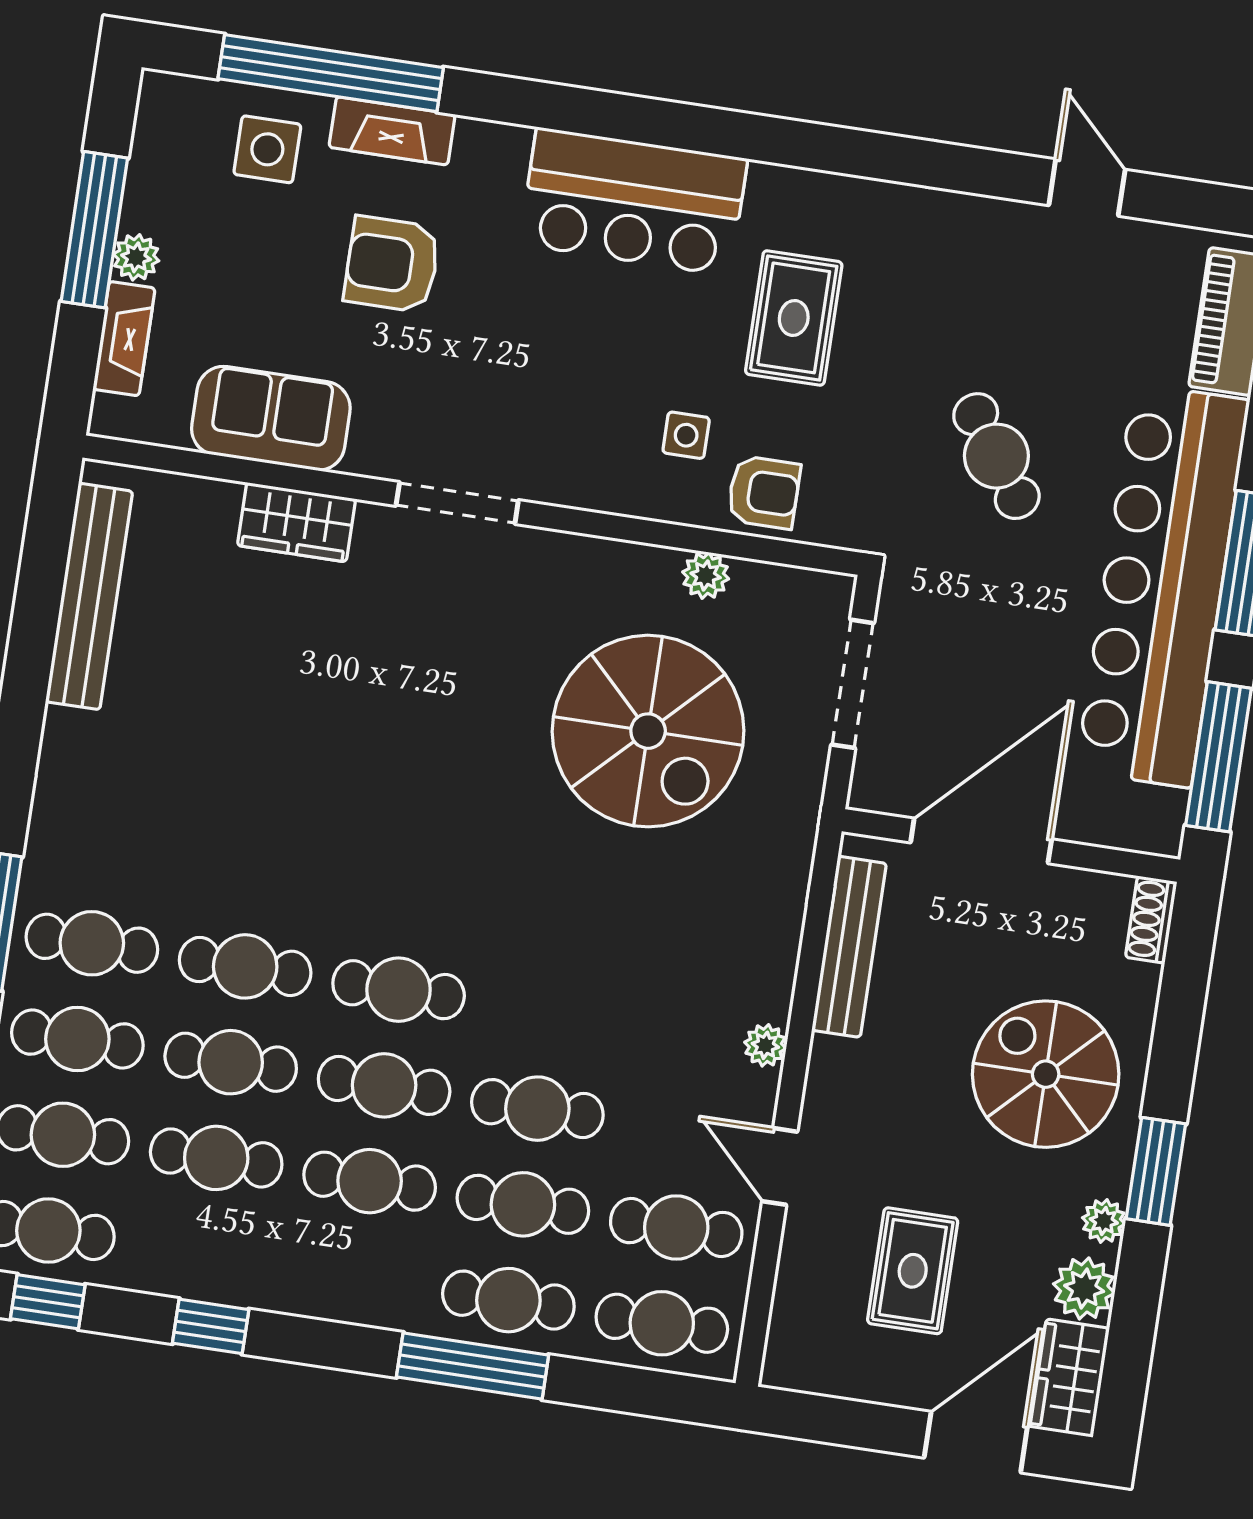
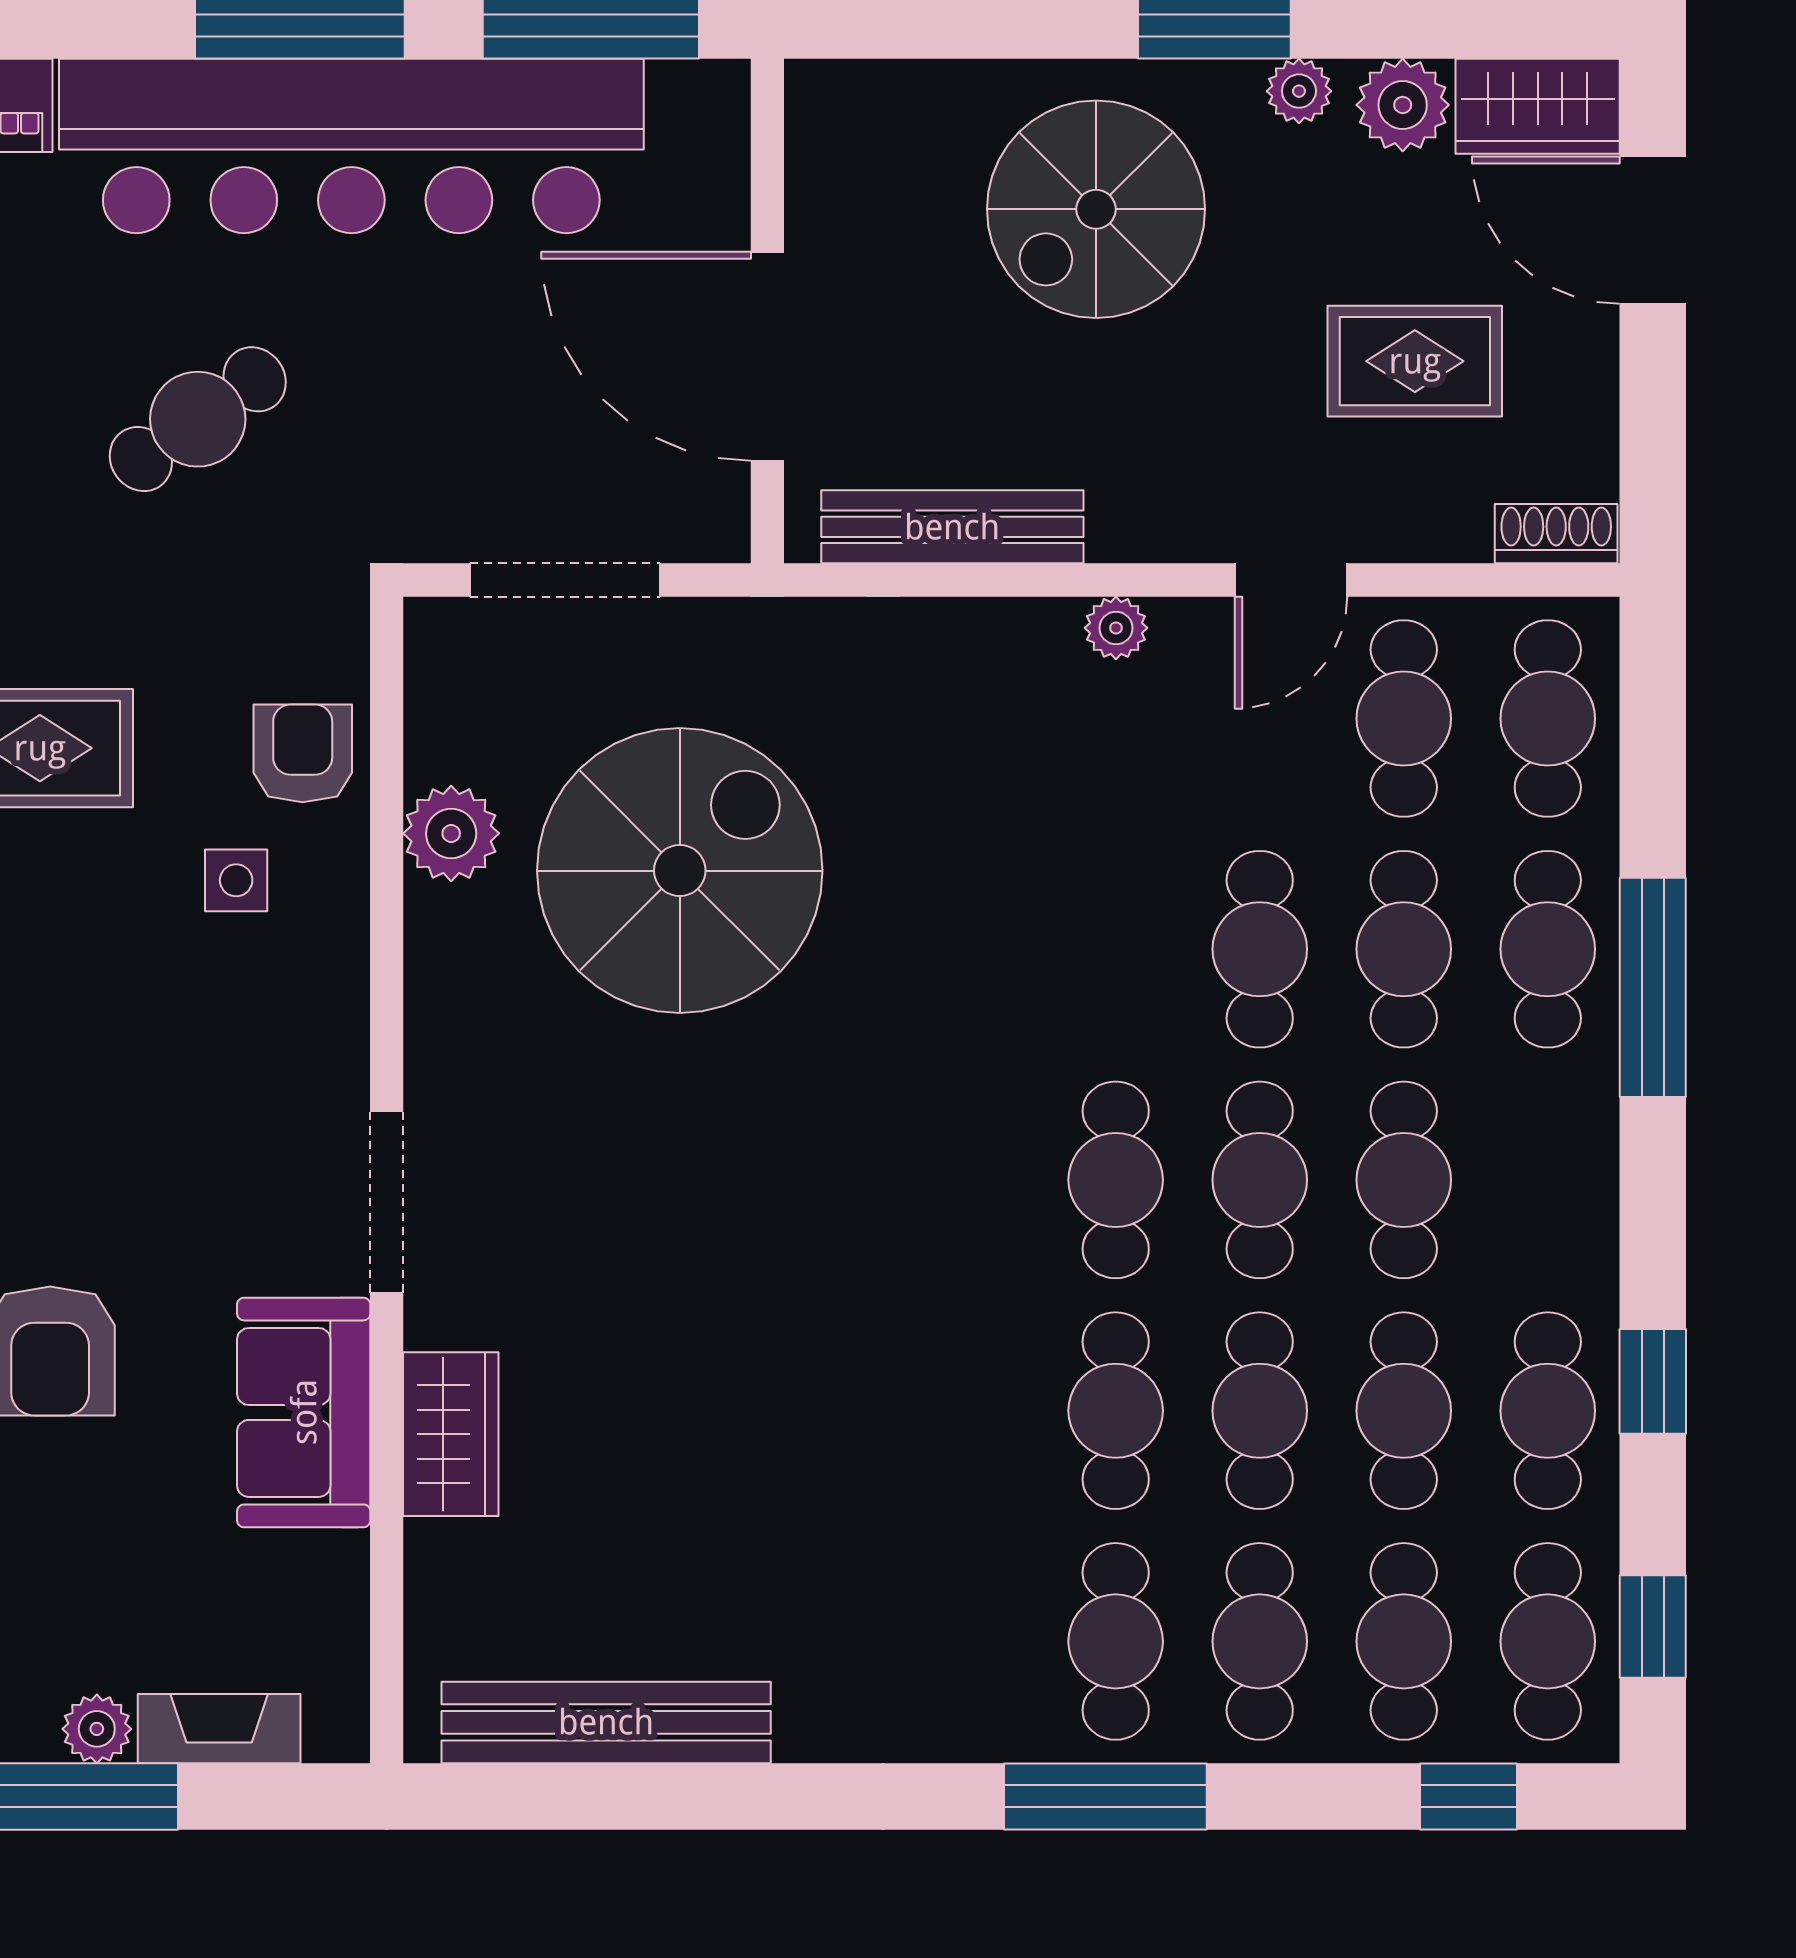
sofa: (271, 418) -> (304, 1412), moved
plant: (706, 575) -> (451, 833), width x1.38, depth x1.38
shoe rack: (1151, 920) -> (1556, 534), moved, turned 180
cafe table: (202, 1254) -> (1548, 1411), added

